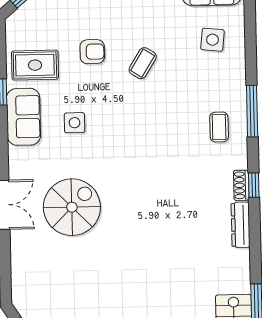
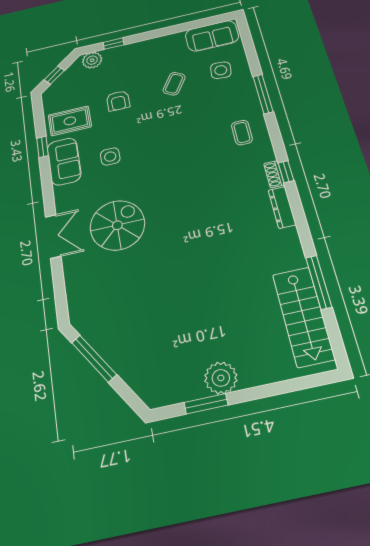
armchair: (92, 52) -> (118, 101), turned 90
coffee table: (143, 63) -> (174, 84), moved
window: (252, 111) -> (263, 94), moved

